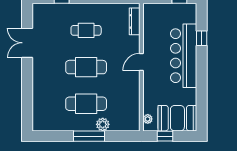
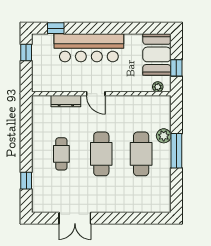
dresser: (135, 21) -> (66, 101), moved
window: (202, 38) -> (56, 28), moved

